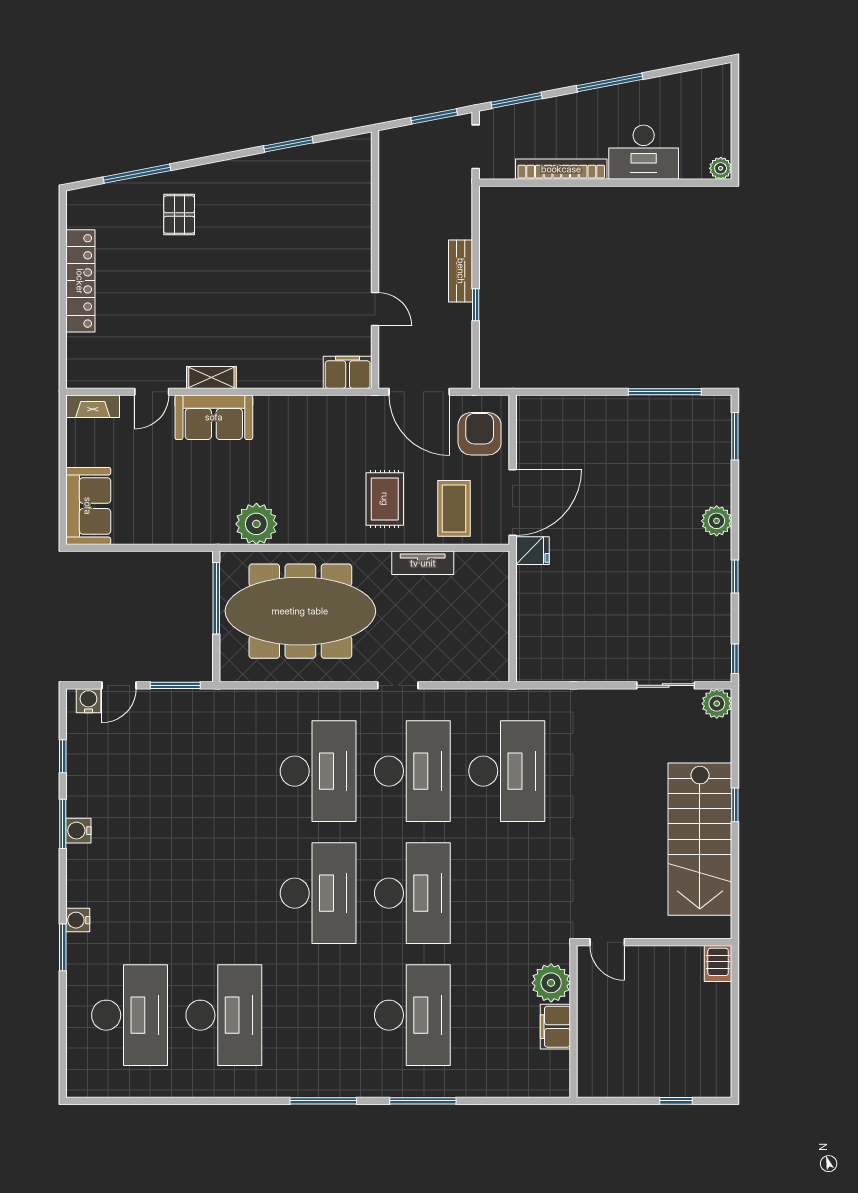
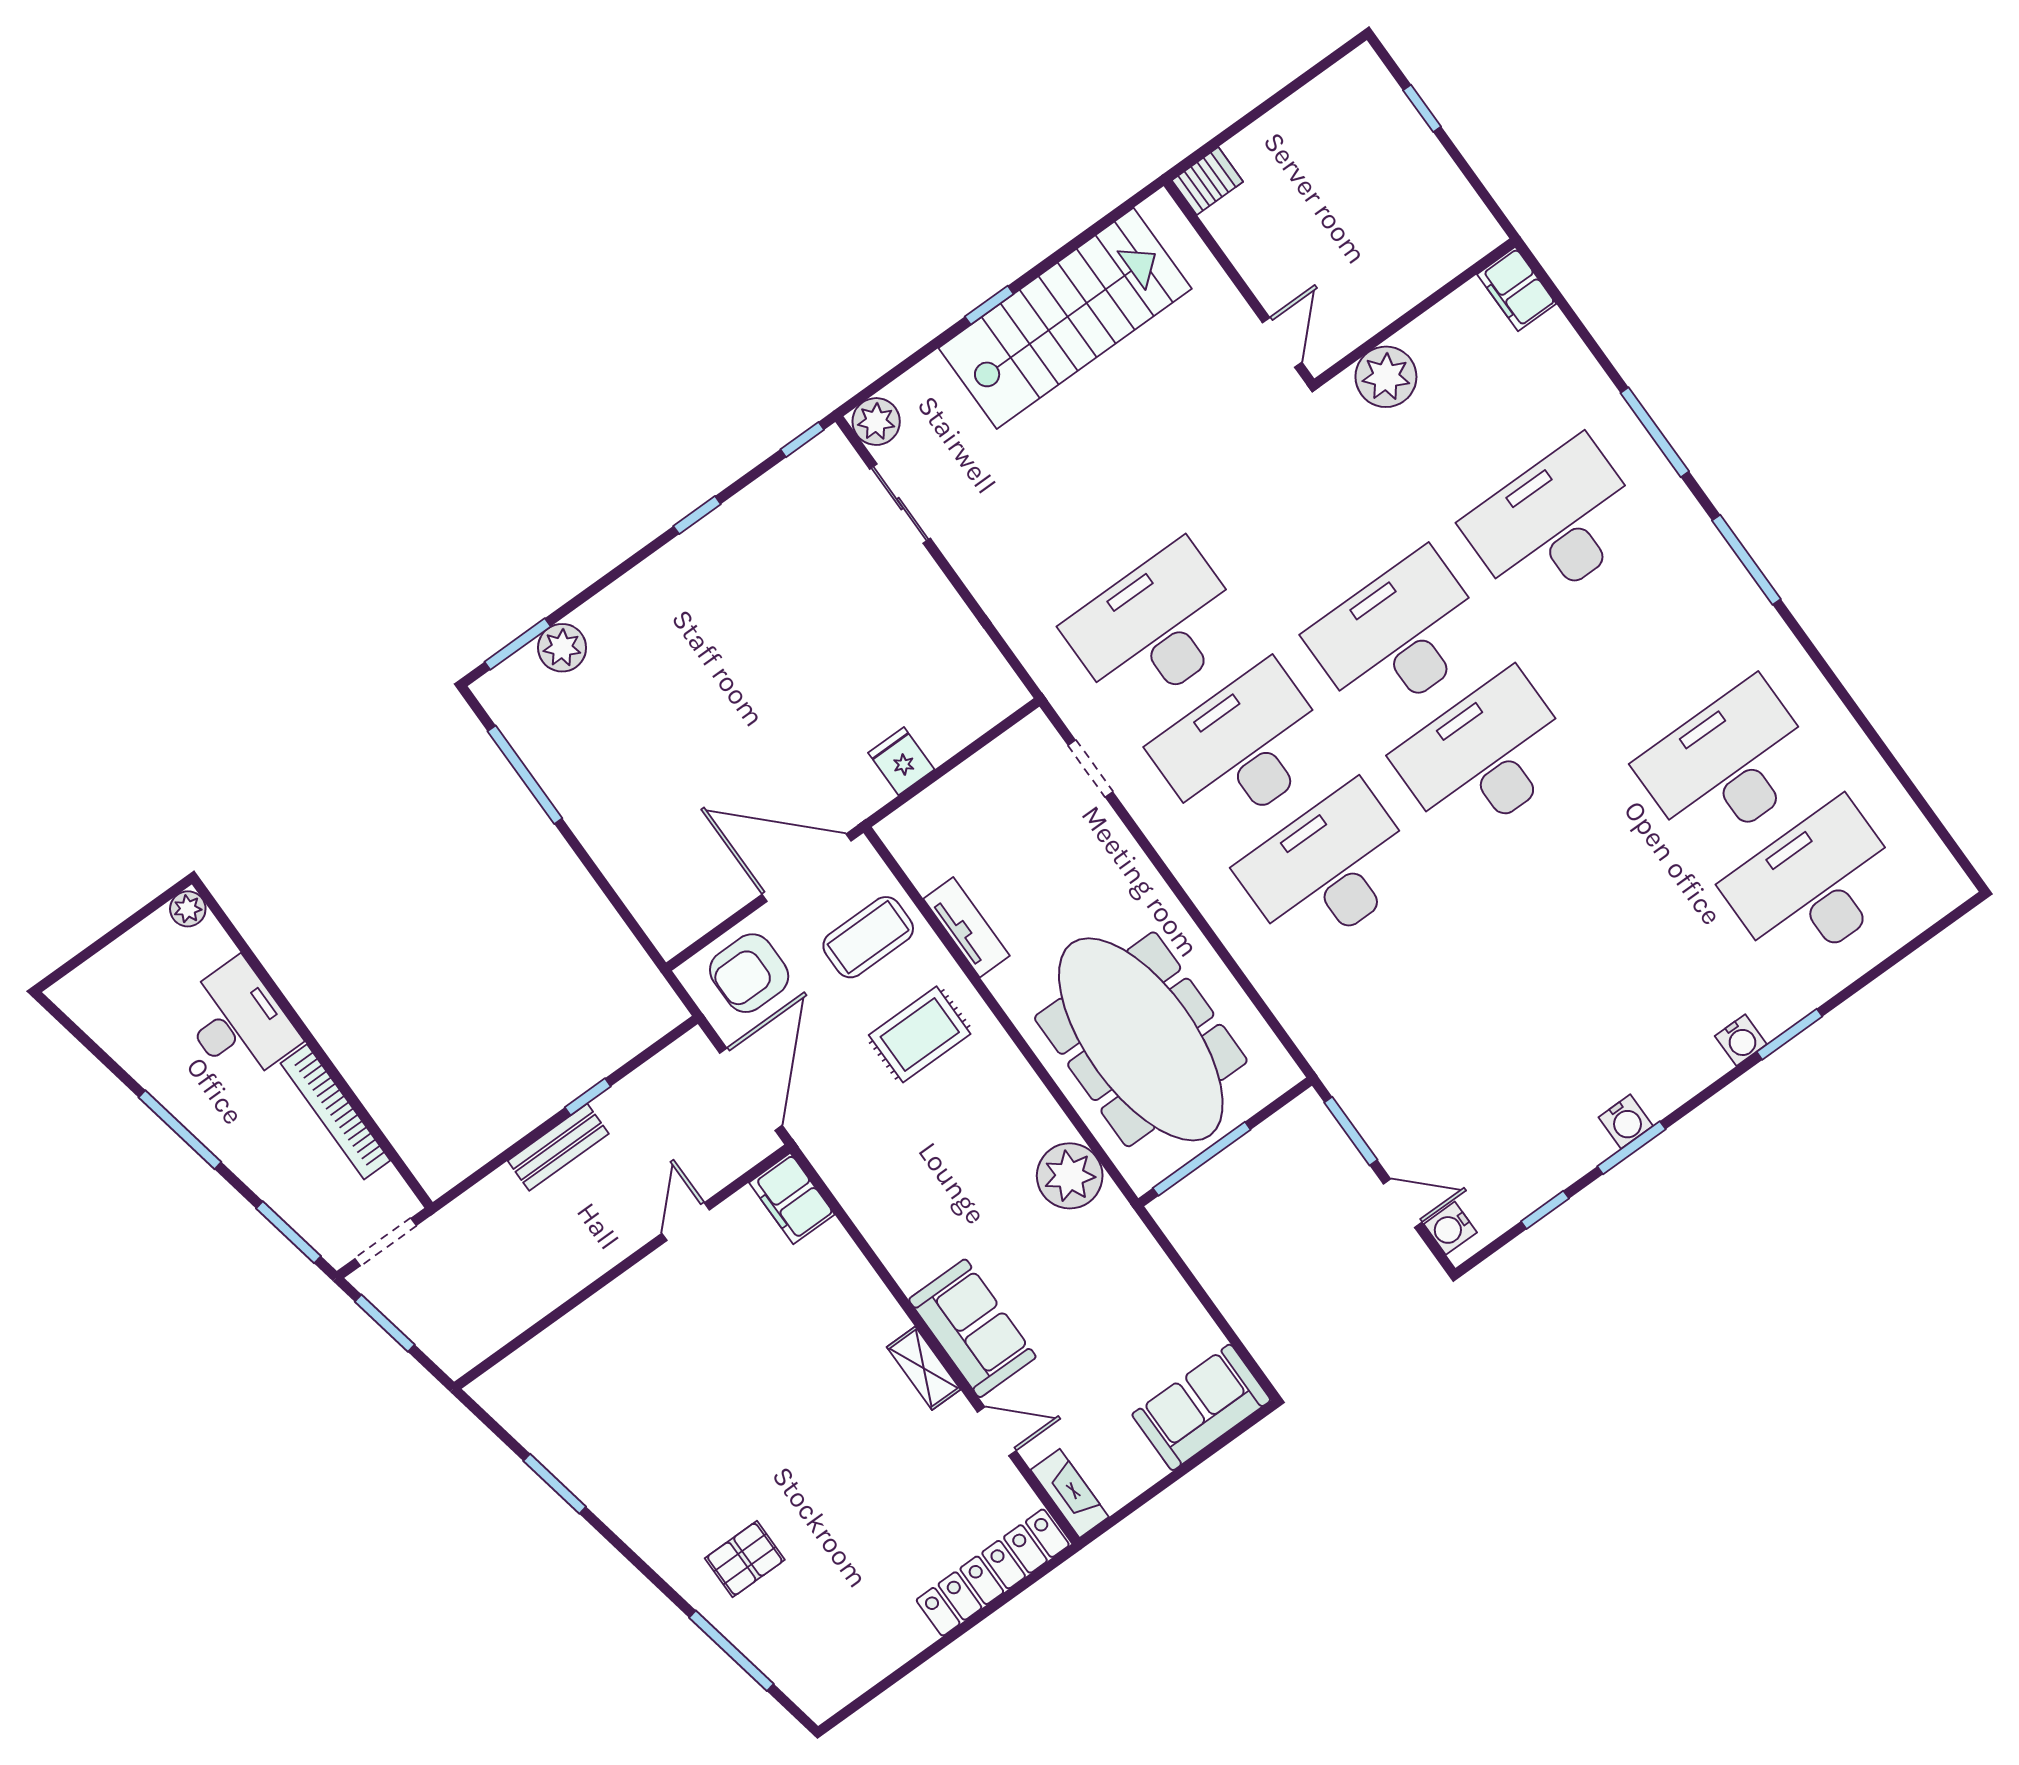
locker: (80, 281) -> (993, 1572), moved
plant: (717, 521) -> (562, 648), moved
fridge: (532, 551) -> (901, 761), moved
doorway: (398, 685) -> (1090, 768), moved
filing cabinet: (555, 1027) -> (1517, 289), moved, turned 90

